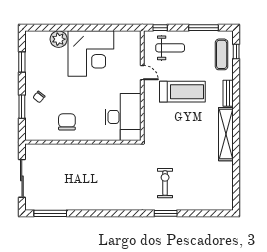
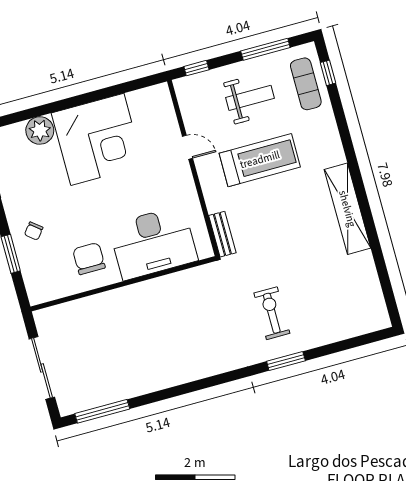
weight bench: (170, 48) -> (250, 98), moved
bench: (228, 93) -> (222, 234), moved
desk: (123, 117) -> (153, 243), moved, turned 90

